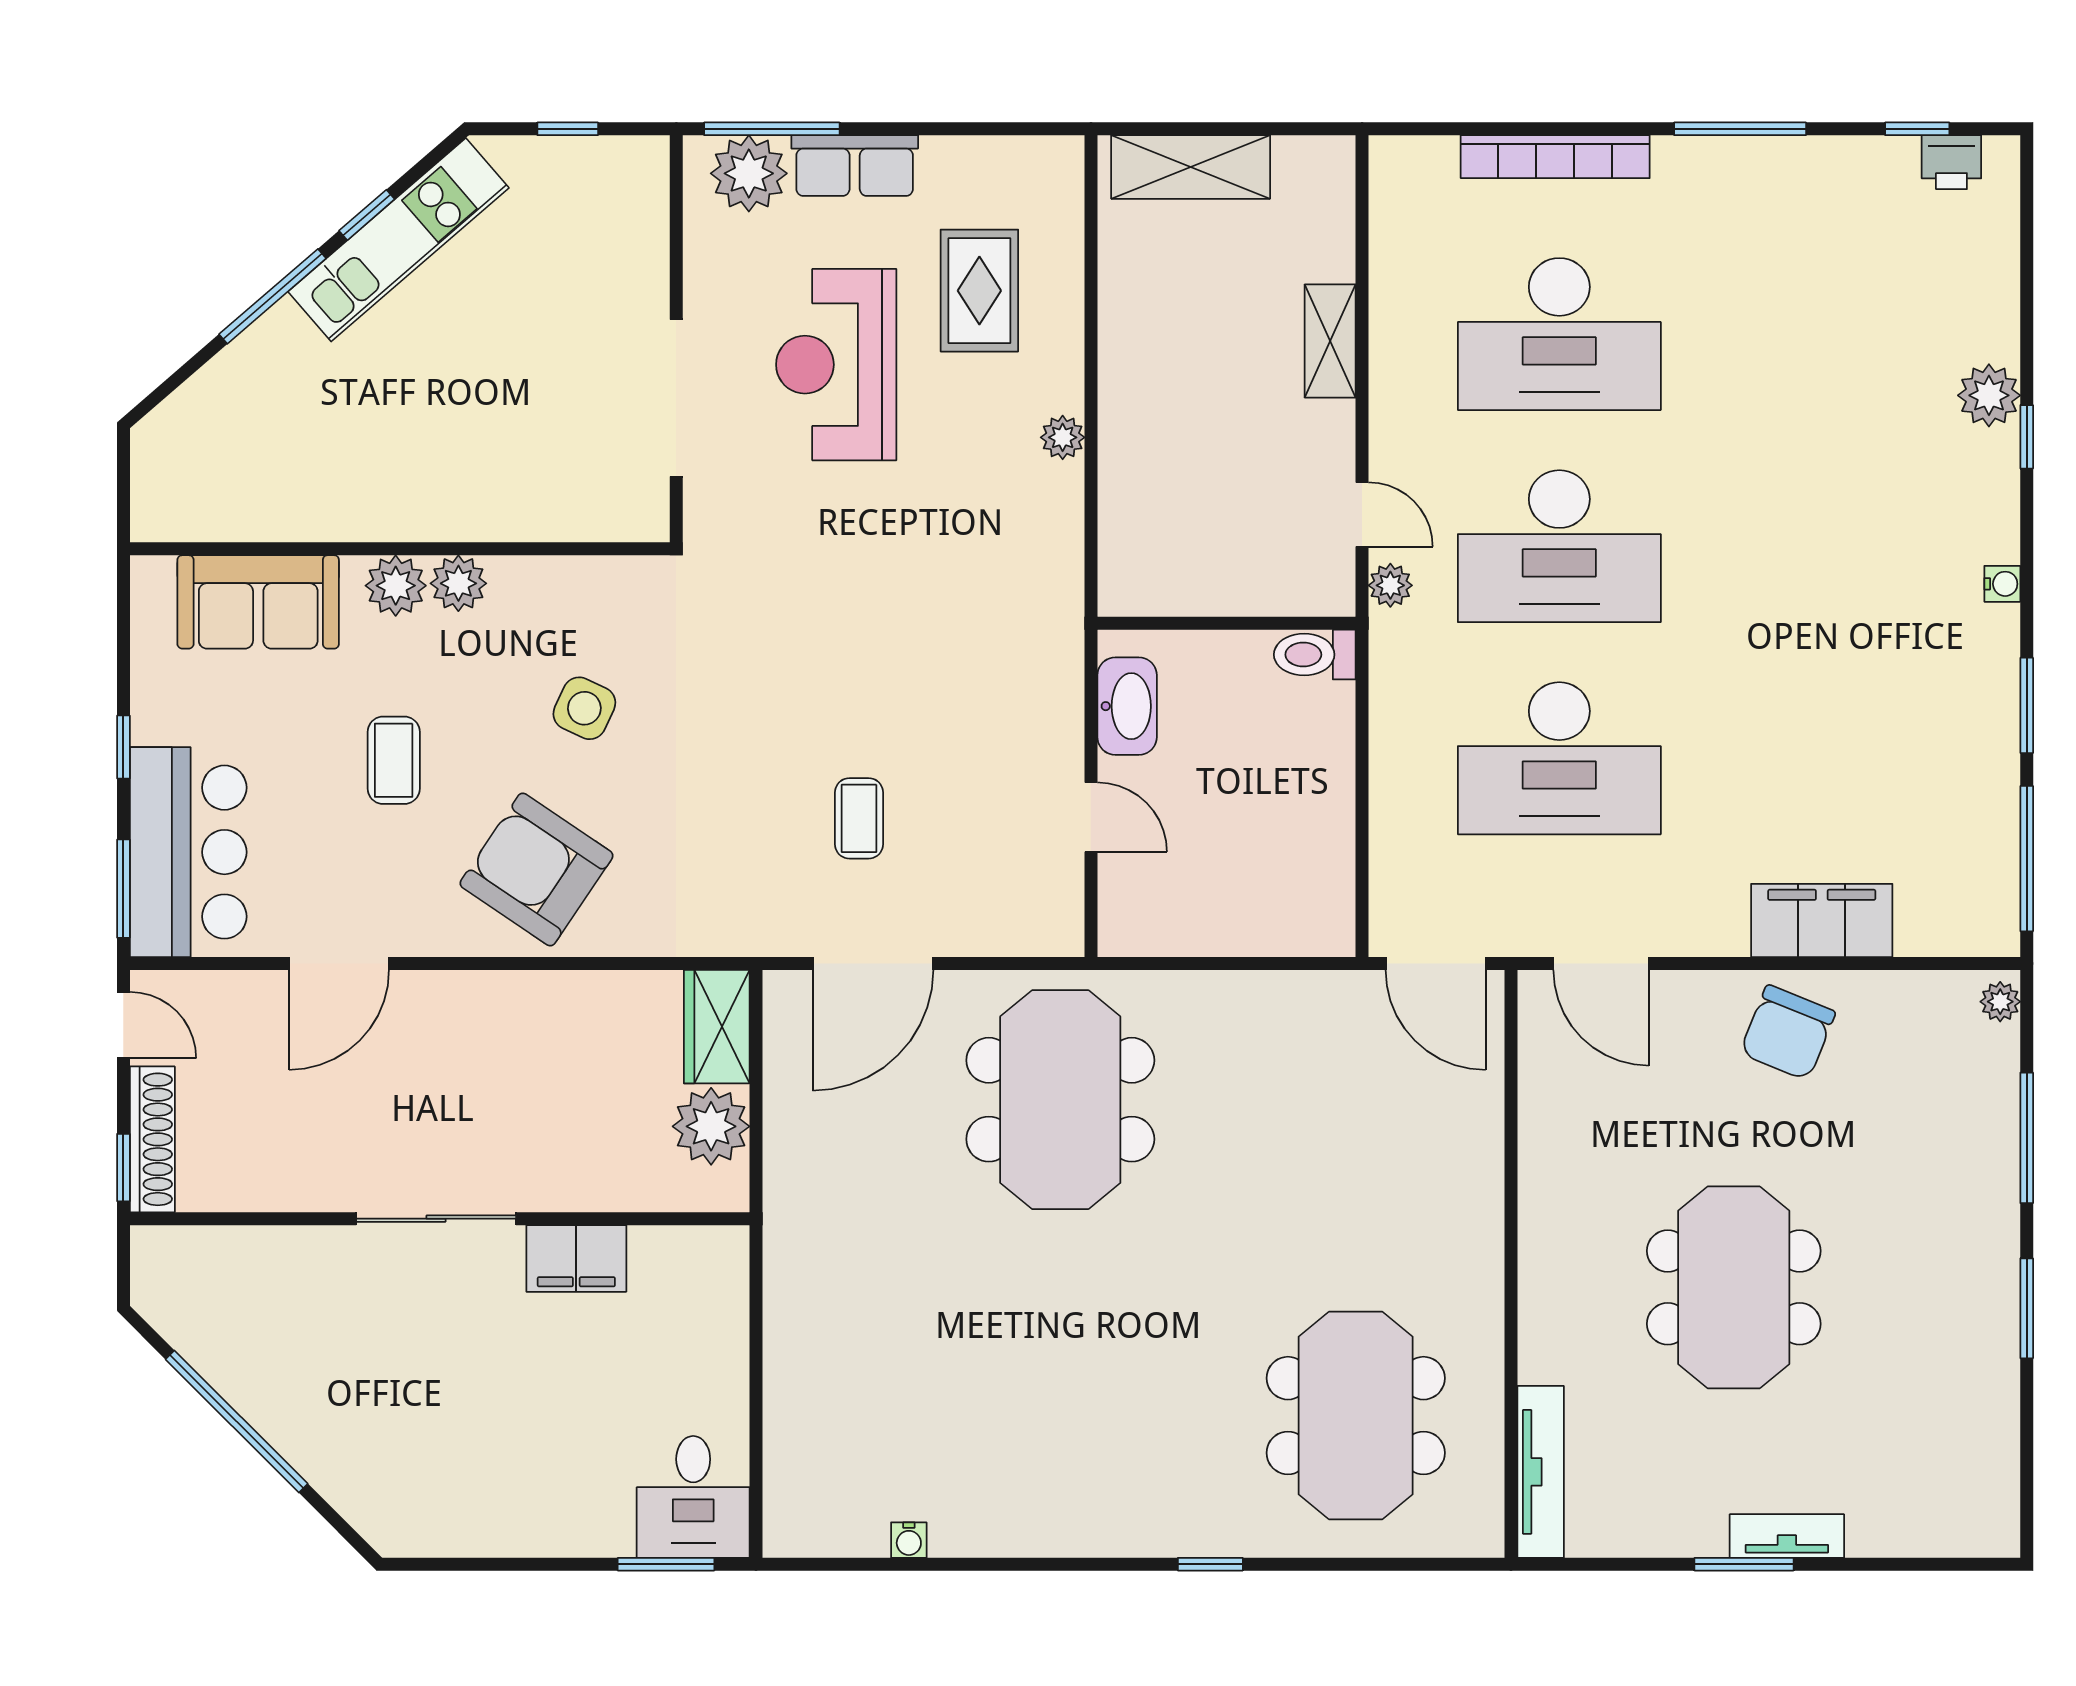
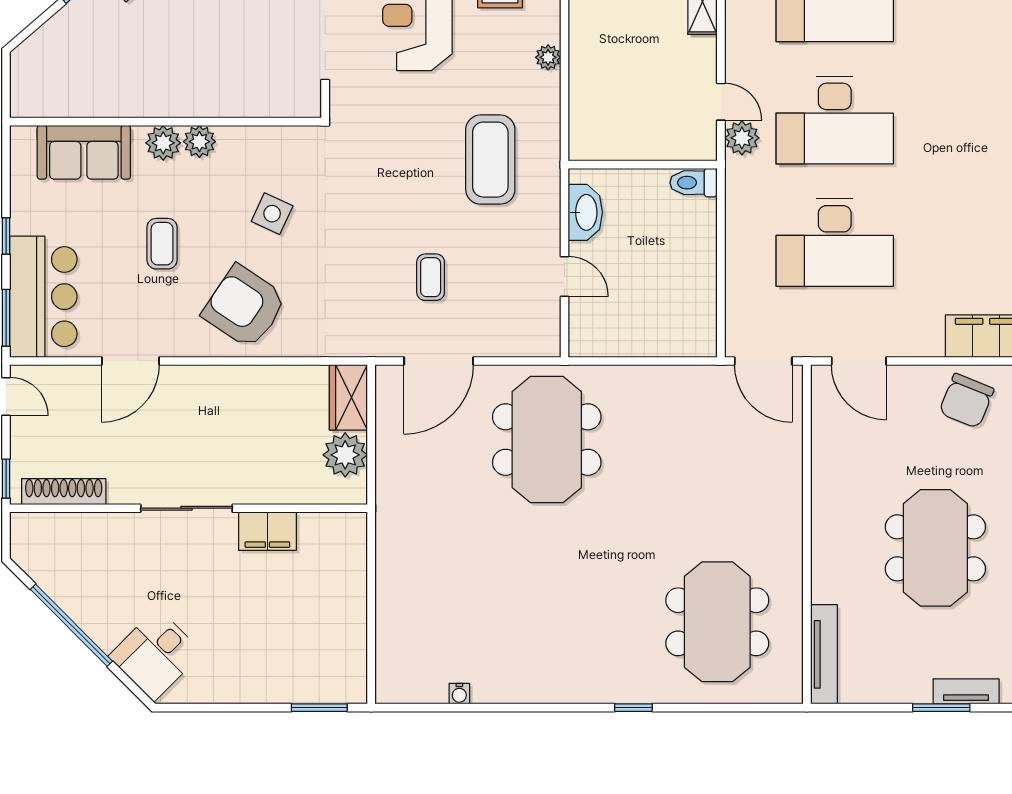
plant: (1390, 585) -> (742, 138), width x1.38, depth x1.38
coffee table: (963, 615) -> (490, 160), added
shoe rack: (152, 1139) -> (64, 492), moved, turned -90
desk: (693, 1497) -> (156, 655), moved, turned 45

